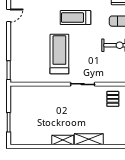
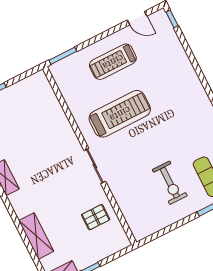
treadmill: (75, 18) -> (113, 62), moved, turned -90
shelving: (89, 139) -> (36, 236), moved

